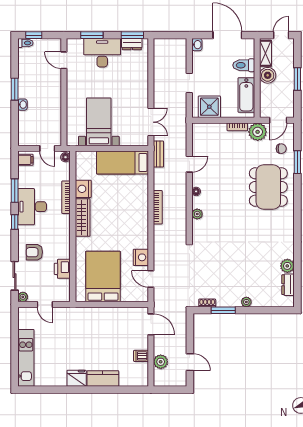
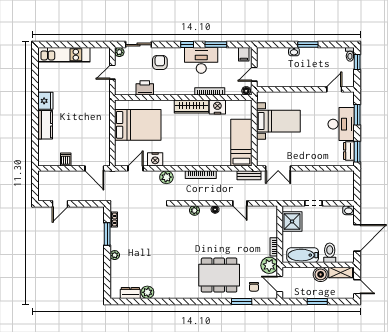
door: (151, 324) -> (94, 168), hinge flipped
plant: (161, 362) -> (166, 177), moved

